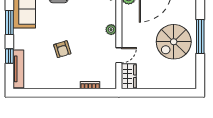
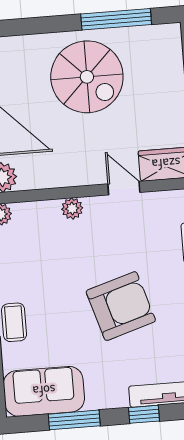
window: (200, 36) -> (116, 19), moved
armchair: (62, 49) -> (121, 306), width x1.88, depth x1.88

